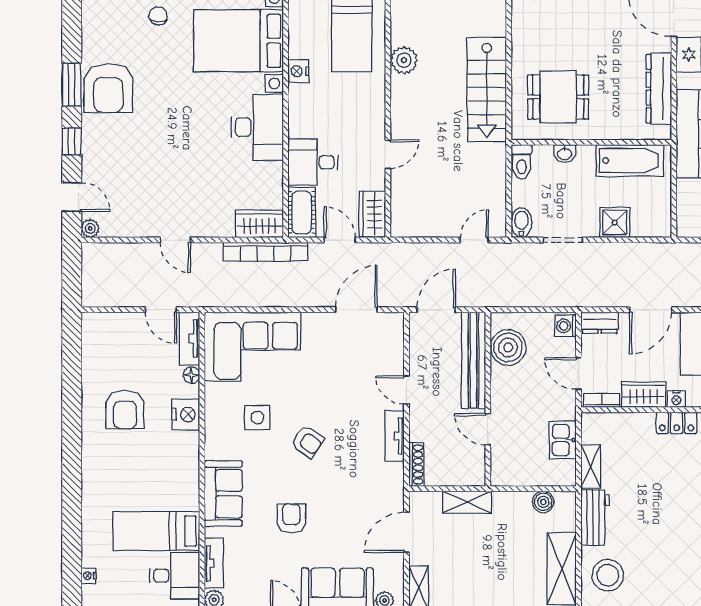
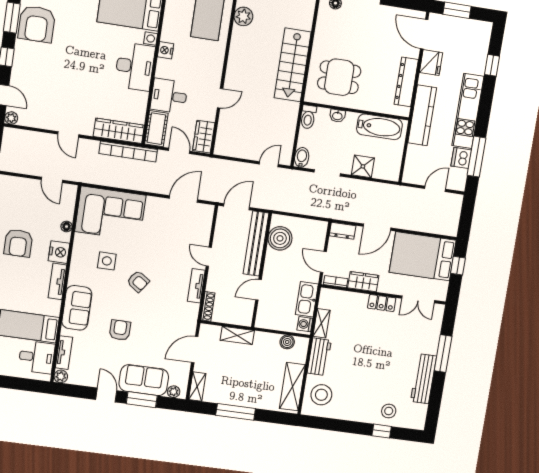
plant: (404, 60) -> (243, 16), moved
nightstand: (298, 71) -> (166, 50), moved
wardrobe: (259, 224) -> (119, 131), width x1.50
washing machine: (566, 326) -> (305, 324), moved
tv unit: (189, 339) -> (57, 281), moved
nightstand: (676, 399) -> (384, 287), removed
door: (488, 429) -> (258, 290), hinge flipped
kitchen sink: (563, 440) -> (307, 299), width x1.38

